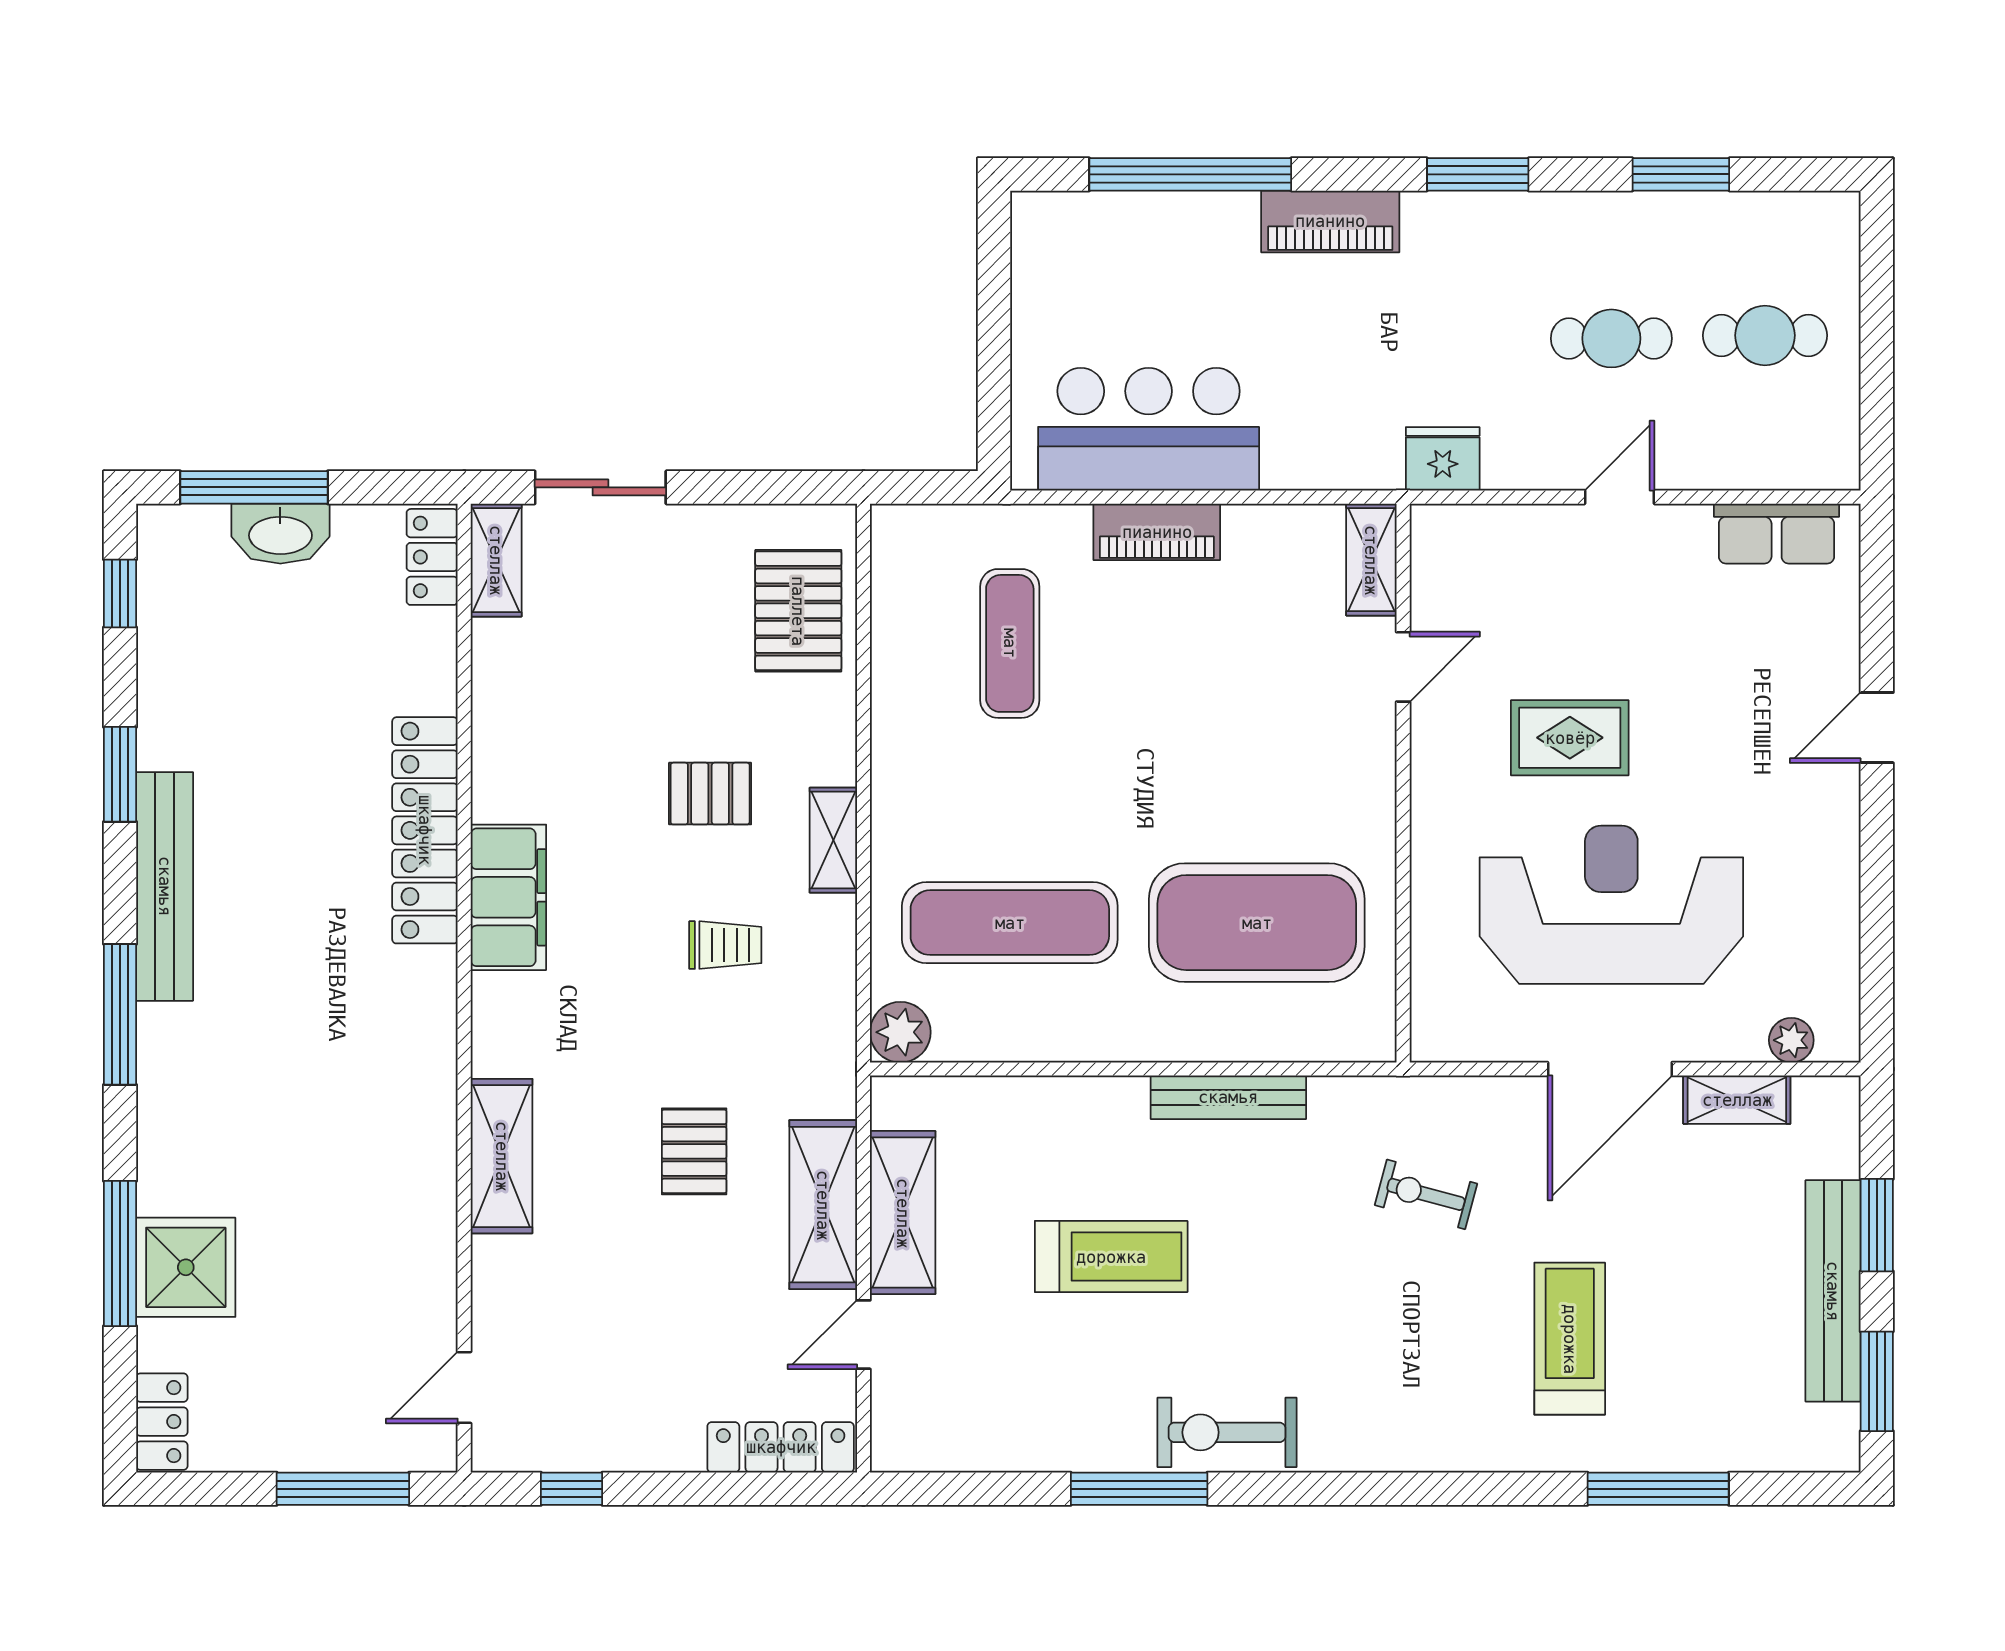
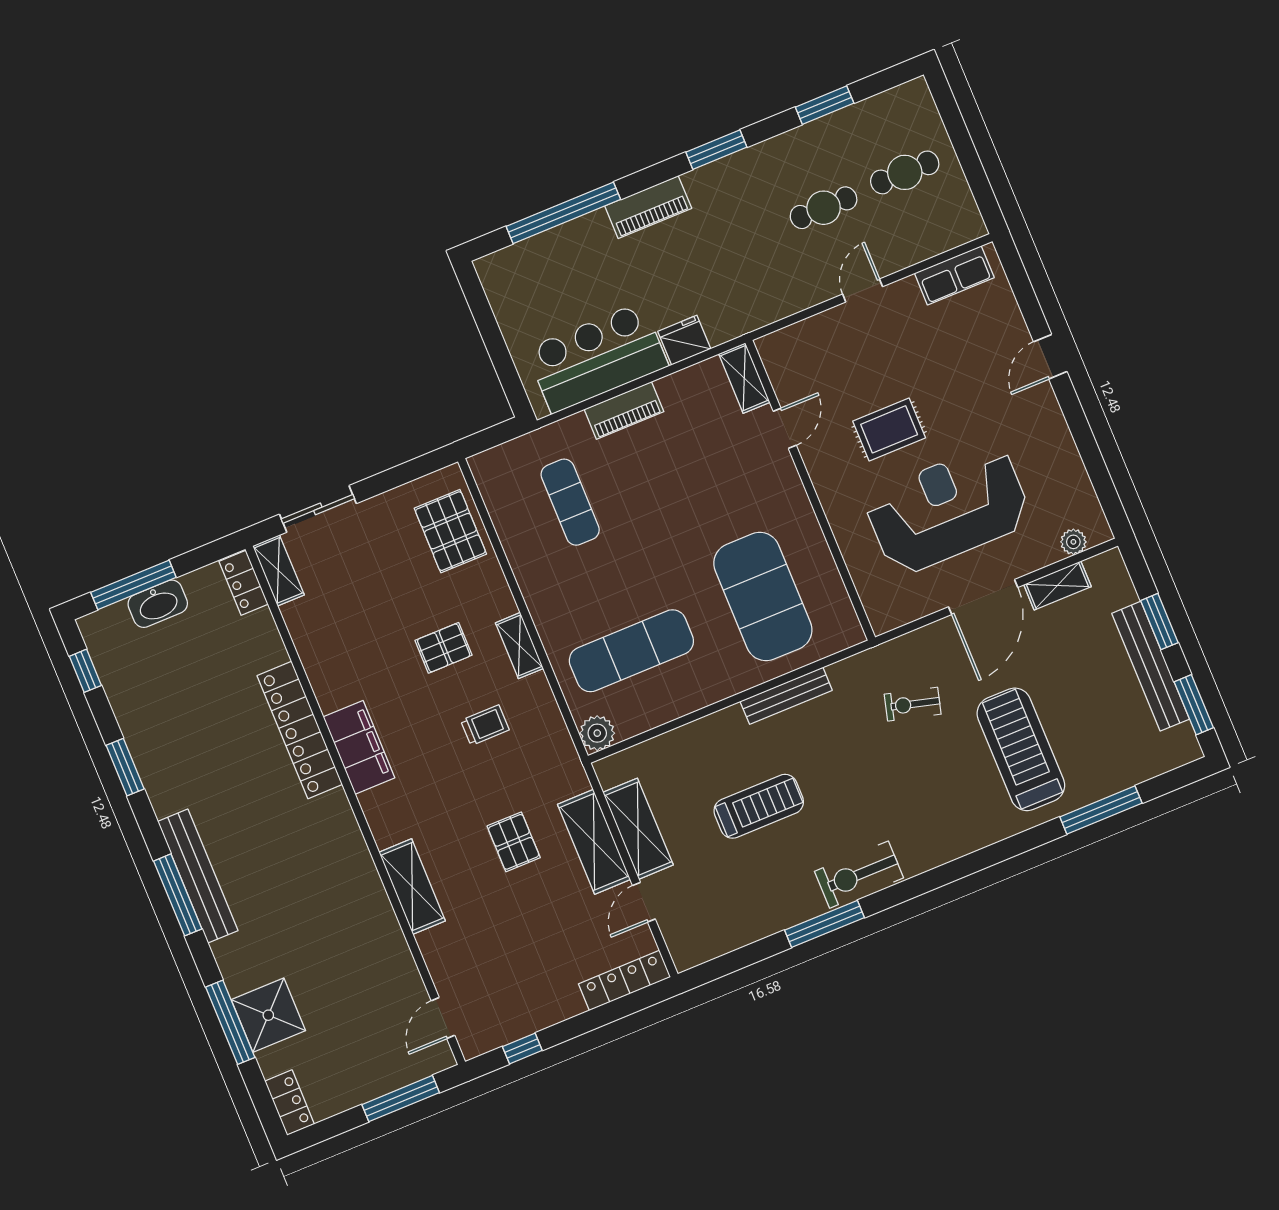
fridge: (1443, 459) -> (684, 340), moved
bench: (165, 886) -> (198, 876), moved
exercise mat: (1257, 923) -> (763, 597), turned 90
treadmill: (1570, 1339) -> (1021, 749), width x1.37, depth x1.37

